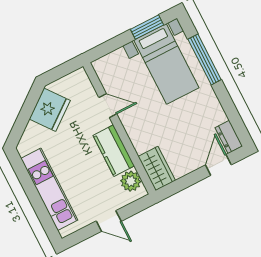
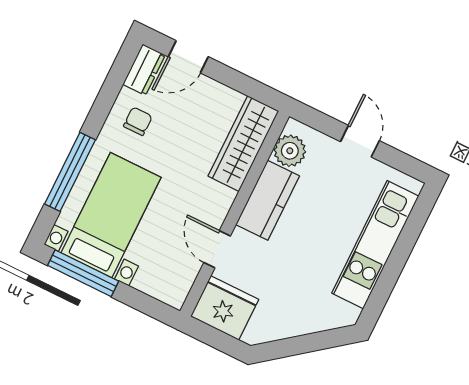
window: (147, 27) -> (83, 273), width x1.44
fridge: (50, 110) -> (225, 308), moved, turned 38
chair: (205, 114) -> (138, 121), added
wardrobe: (157, 169) -> (243, 144), width x1.50

